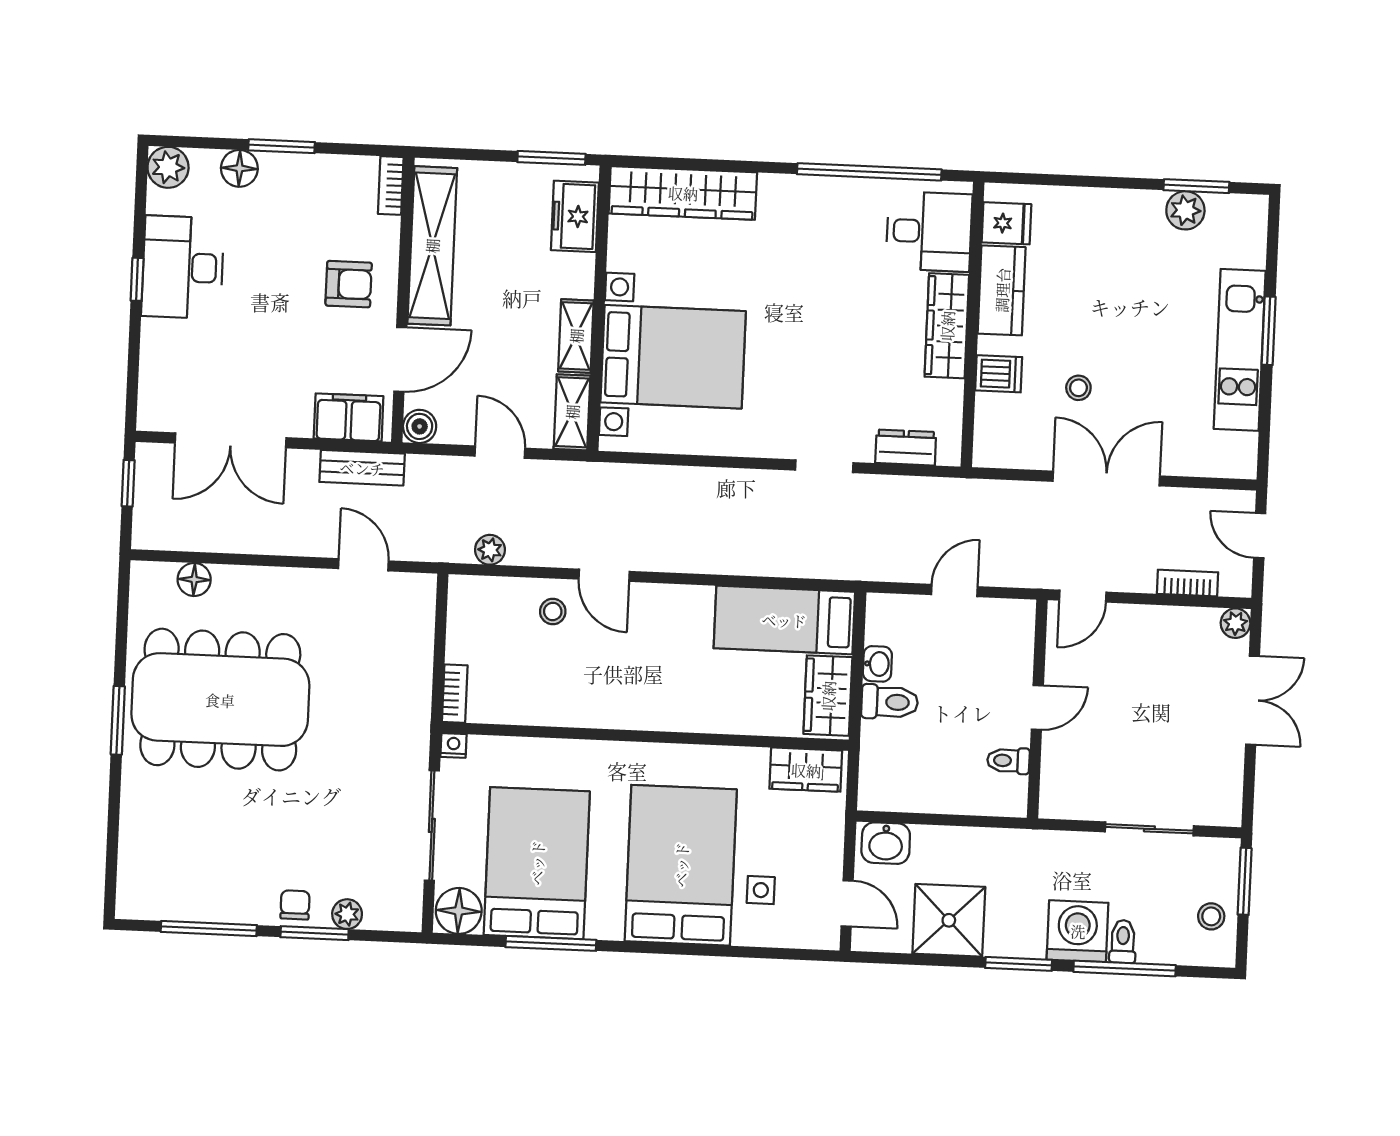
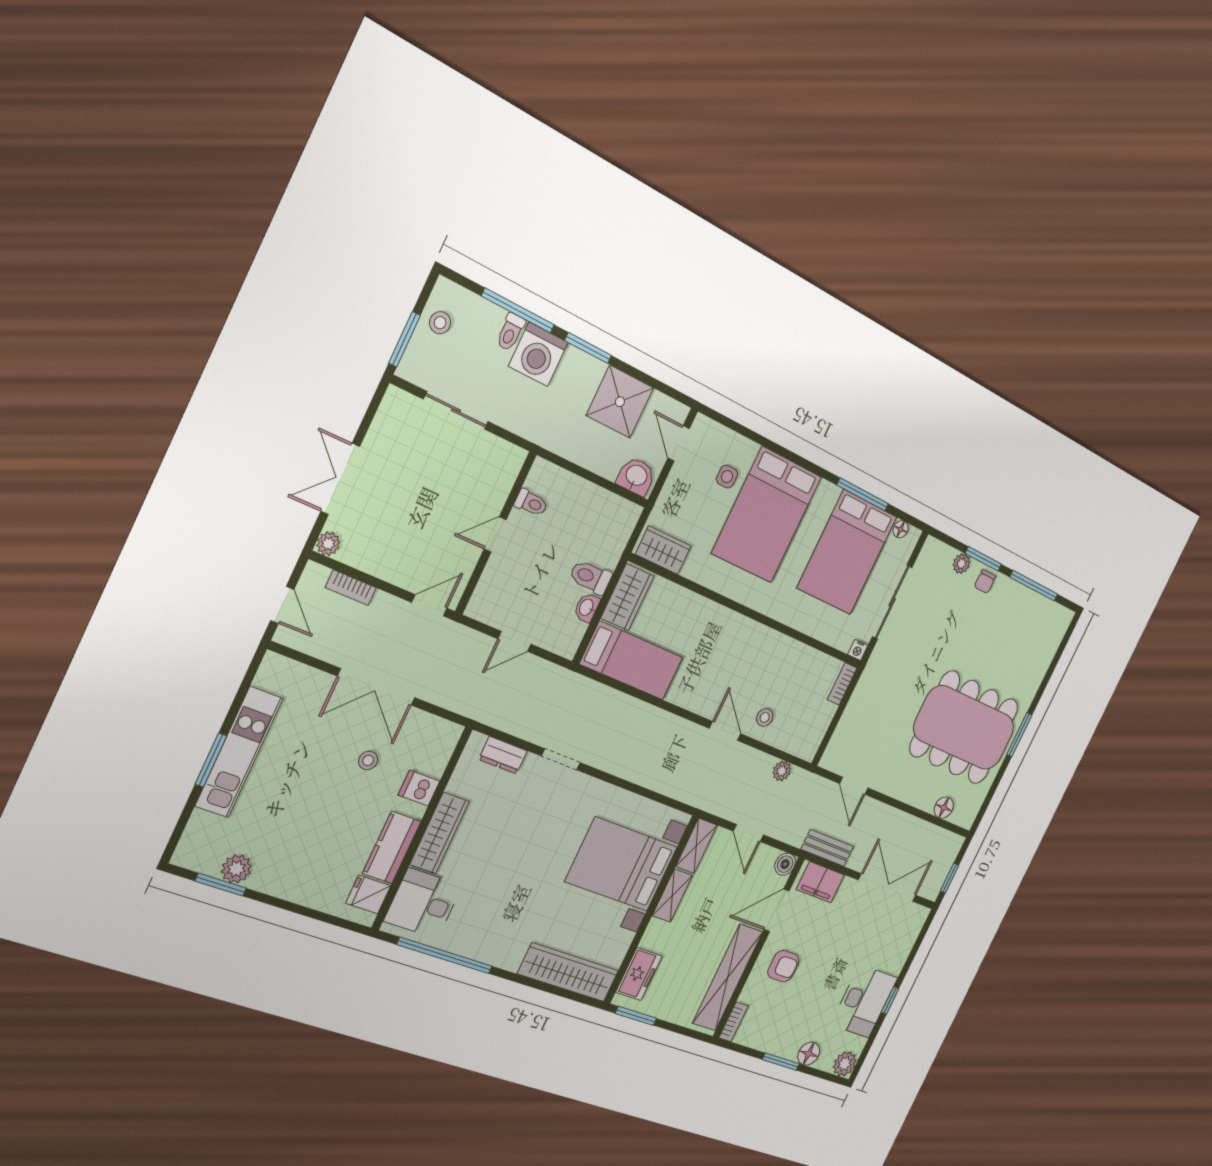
armchair: (349, 284) -> (783, 966), turned 180
floor lamp: (459, 911) -> (901, 529), width x0.53, depth x0.53

